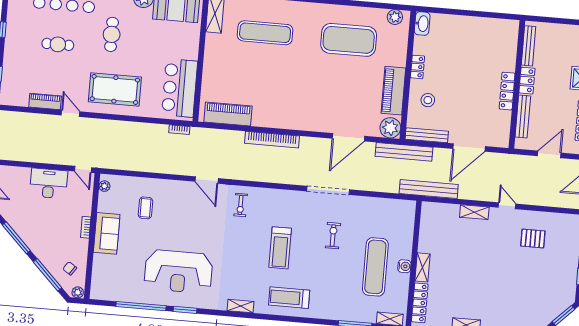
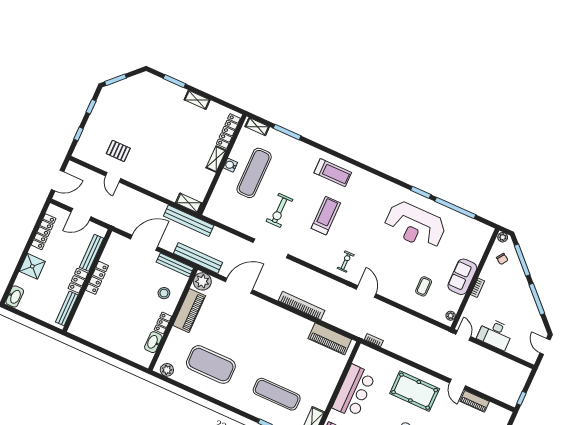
washbasin: (422, 24) -> (153, 342), moved
bar counter: (180, 88) -> (354, 391), moved
door: (507, 206) -> (113, 177), moved
shelving: (474, 212) -> (189, 203), moved
exercise bike: (333, 236) -> (279, 210), width x1.38, depth x1.39
reception desk: (178, 272) -> (415, 225), turned 180
shelving: (240, 306) -> (375, 180), removed

